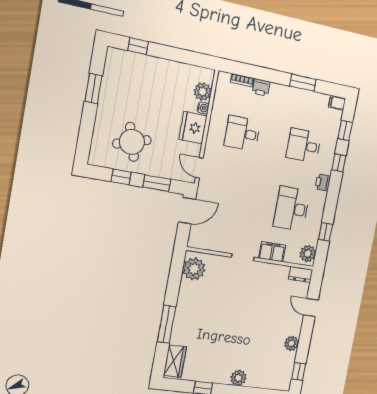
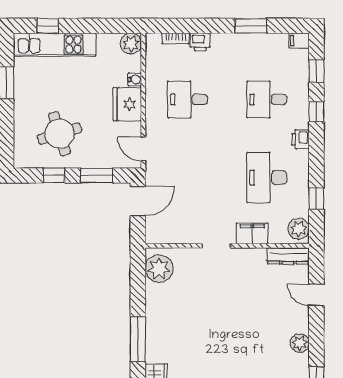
kitchen unit: (141, 64) -> (55, 45), added
plant: (203, 92) -> (131, 43), moved
dresser: (301, 274) -> (288, 256), width x1.44

